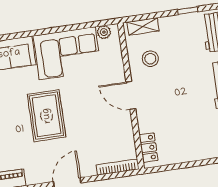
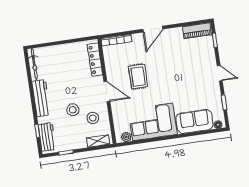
stool: (178, 70) -> (73, 110), added
rug: (47, 116) -> (138, 76), moved, width x0.73, depth x0.70
locker: (148, 148) -> (95, 60), width x1.53

